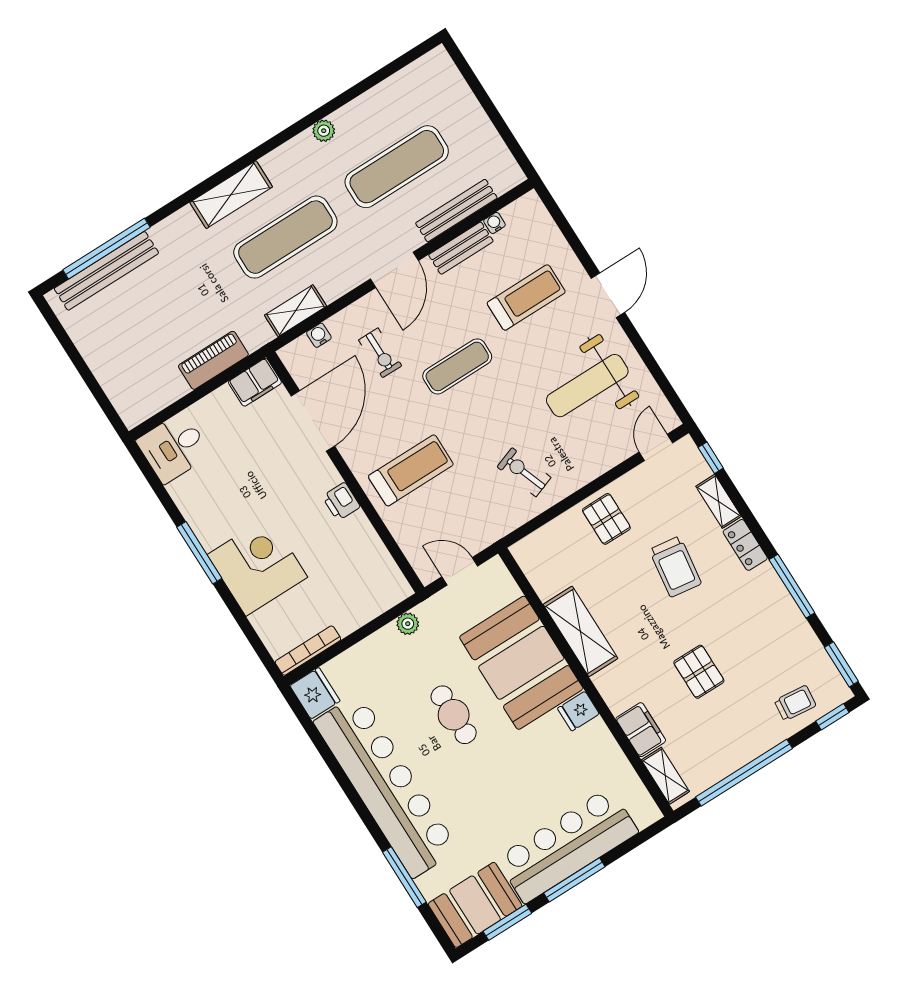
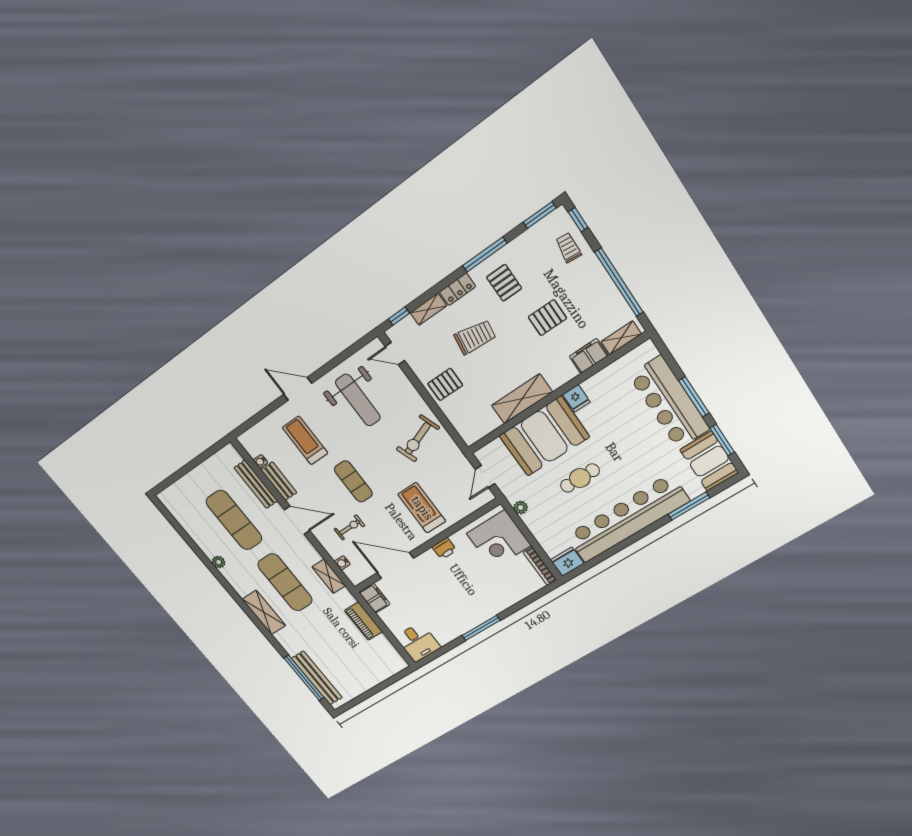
exercise bike: (524, 472) -> (418, 438), width x1.38, depth x1.39
corner desk: (257, 566) -> (499, 539), moved, turned -90
pallet: (751, 612) -> (504, 283), added

